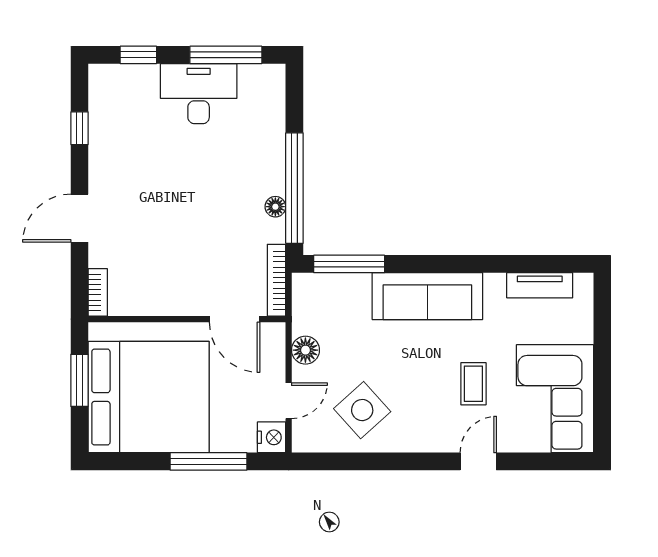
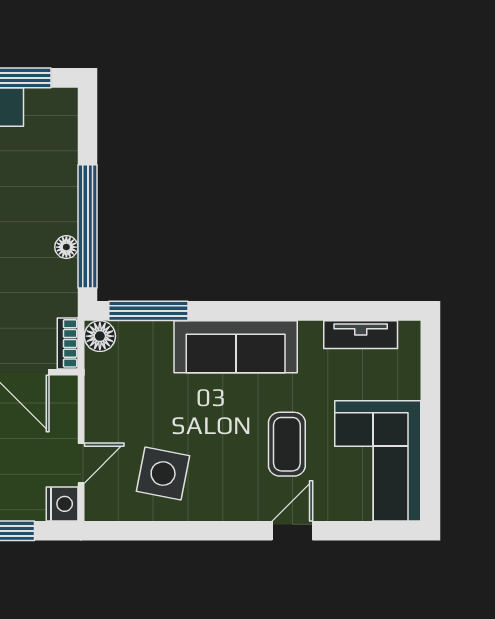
bookcase: (277, 280) -> (68, 343), width x0.64
floor lamp: (305, 350) -> (100, 336), moved
coffee table: (473, 384) -> (287, 444), width x1.36, depth x1.30
side table: (362, 410) -> (163, 473), turned -37

